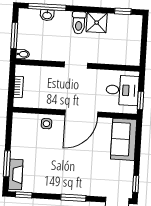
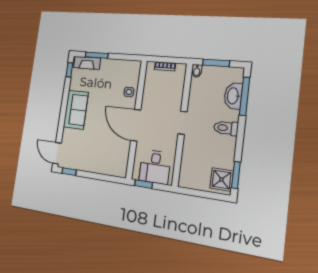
window: (123, 11) -> (236, 175), width x1.50
washbasin: (47, 15) -> (233, 96), width x1.91, depth x1.45
shower: (97, 23) -> (222, 180), moved
sofa: (124, 139) -> (76, 110), moved, turned 90
window: (73, 198) -> (63, 114), removed

